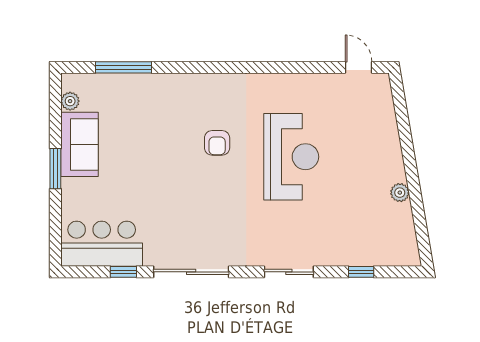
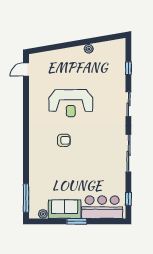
window: (123, 67) -> (26, 198), moved
reception desk: (291, 157) -> (71, 103), turned 180
bar counter: (102, 244) -> (102, 207), moved, turned 90
window: (123, 272) -> (128, 199), moved

